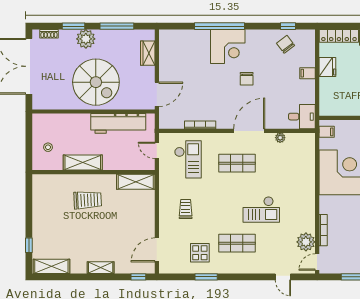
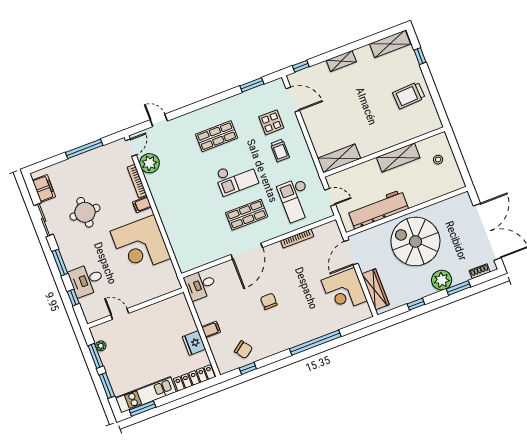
window: (117, 26) -> (416, 304), width x0.46
corner desk: (228, 47) -> (344, 290), moved, turned -90
wardrobe: (148, 53) -> (375, 289), width x1.50
filing cabinet: (327, 132) -> (142, 204), moved
plant: (280, 138) -> (214, 256), removed
trolley: (88, 200) -> (409, 95), moved
checkout: (261, 209) -> (236, 177), moved, turned 180
door: (157, 250) -> (293, 99), hinge flipped
display table: (200, 253) -> (271, 122), moved
window: (206, 277) -> (252, 85), moved

